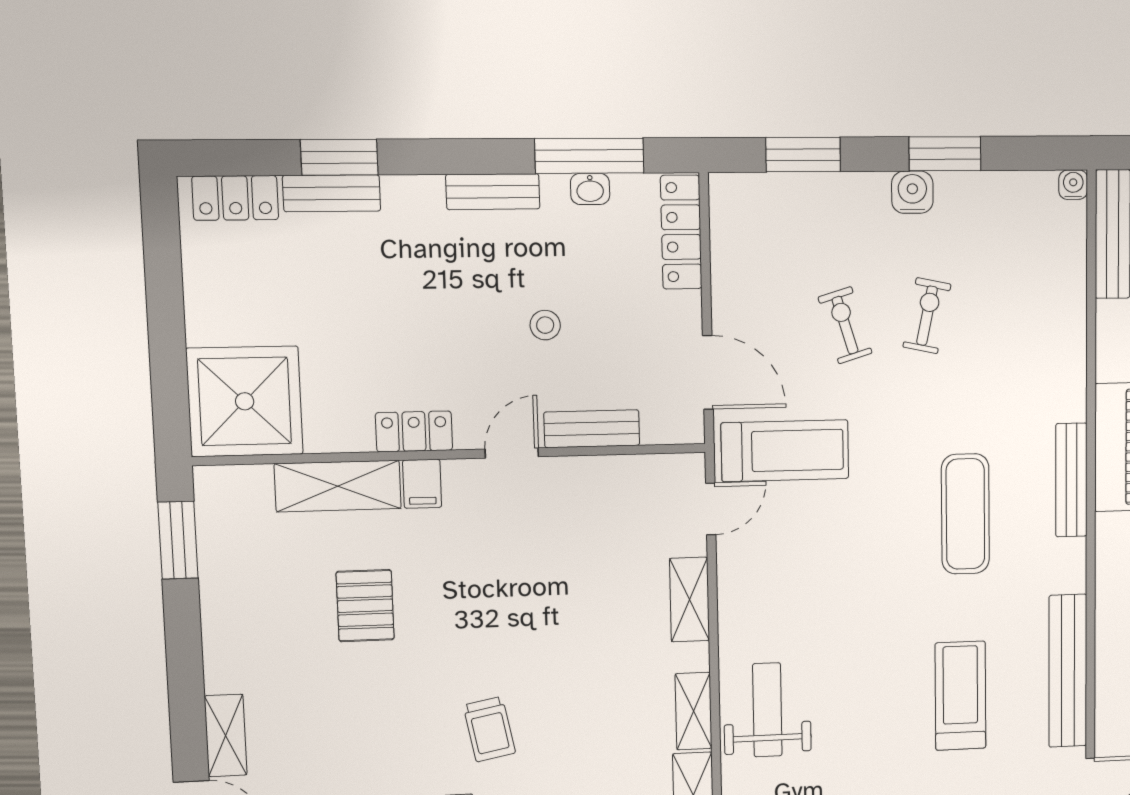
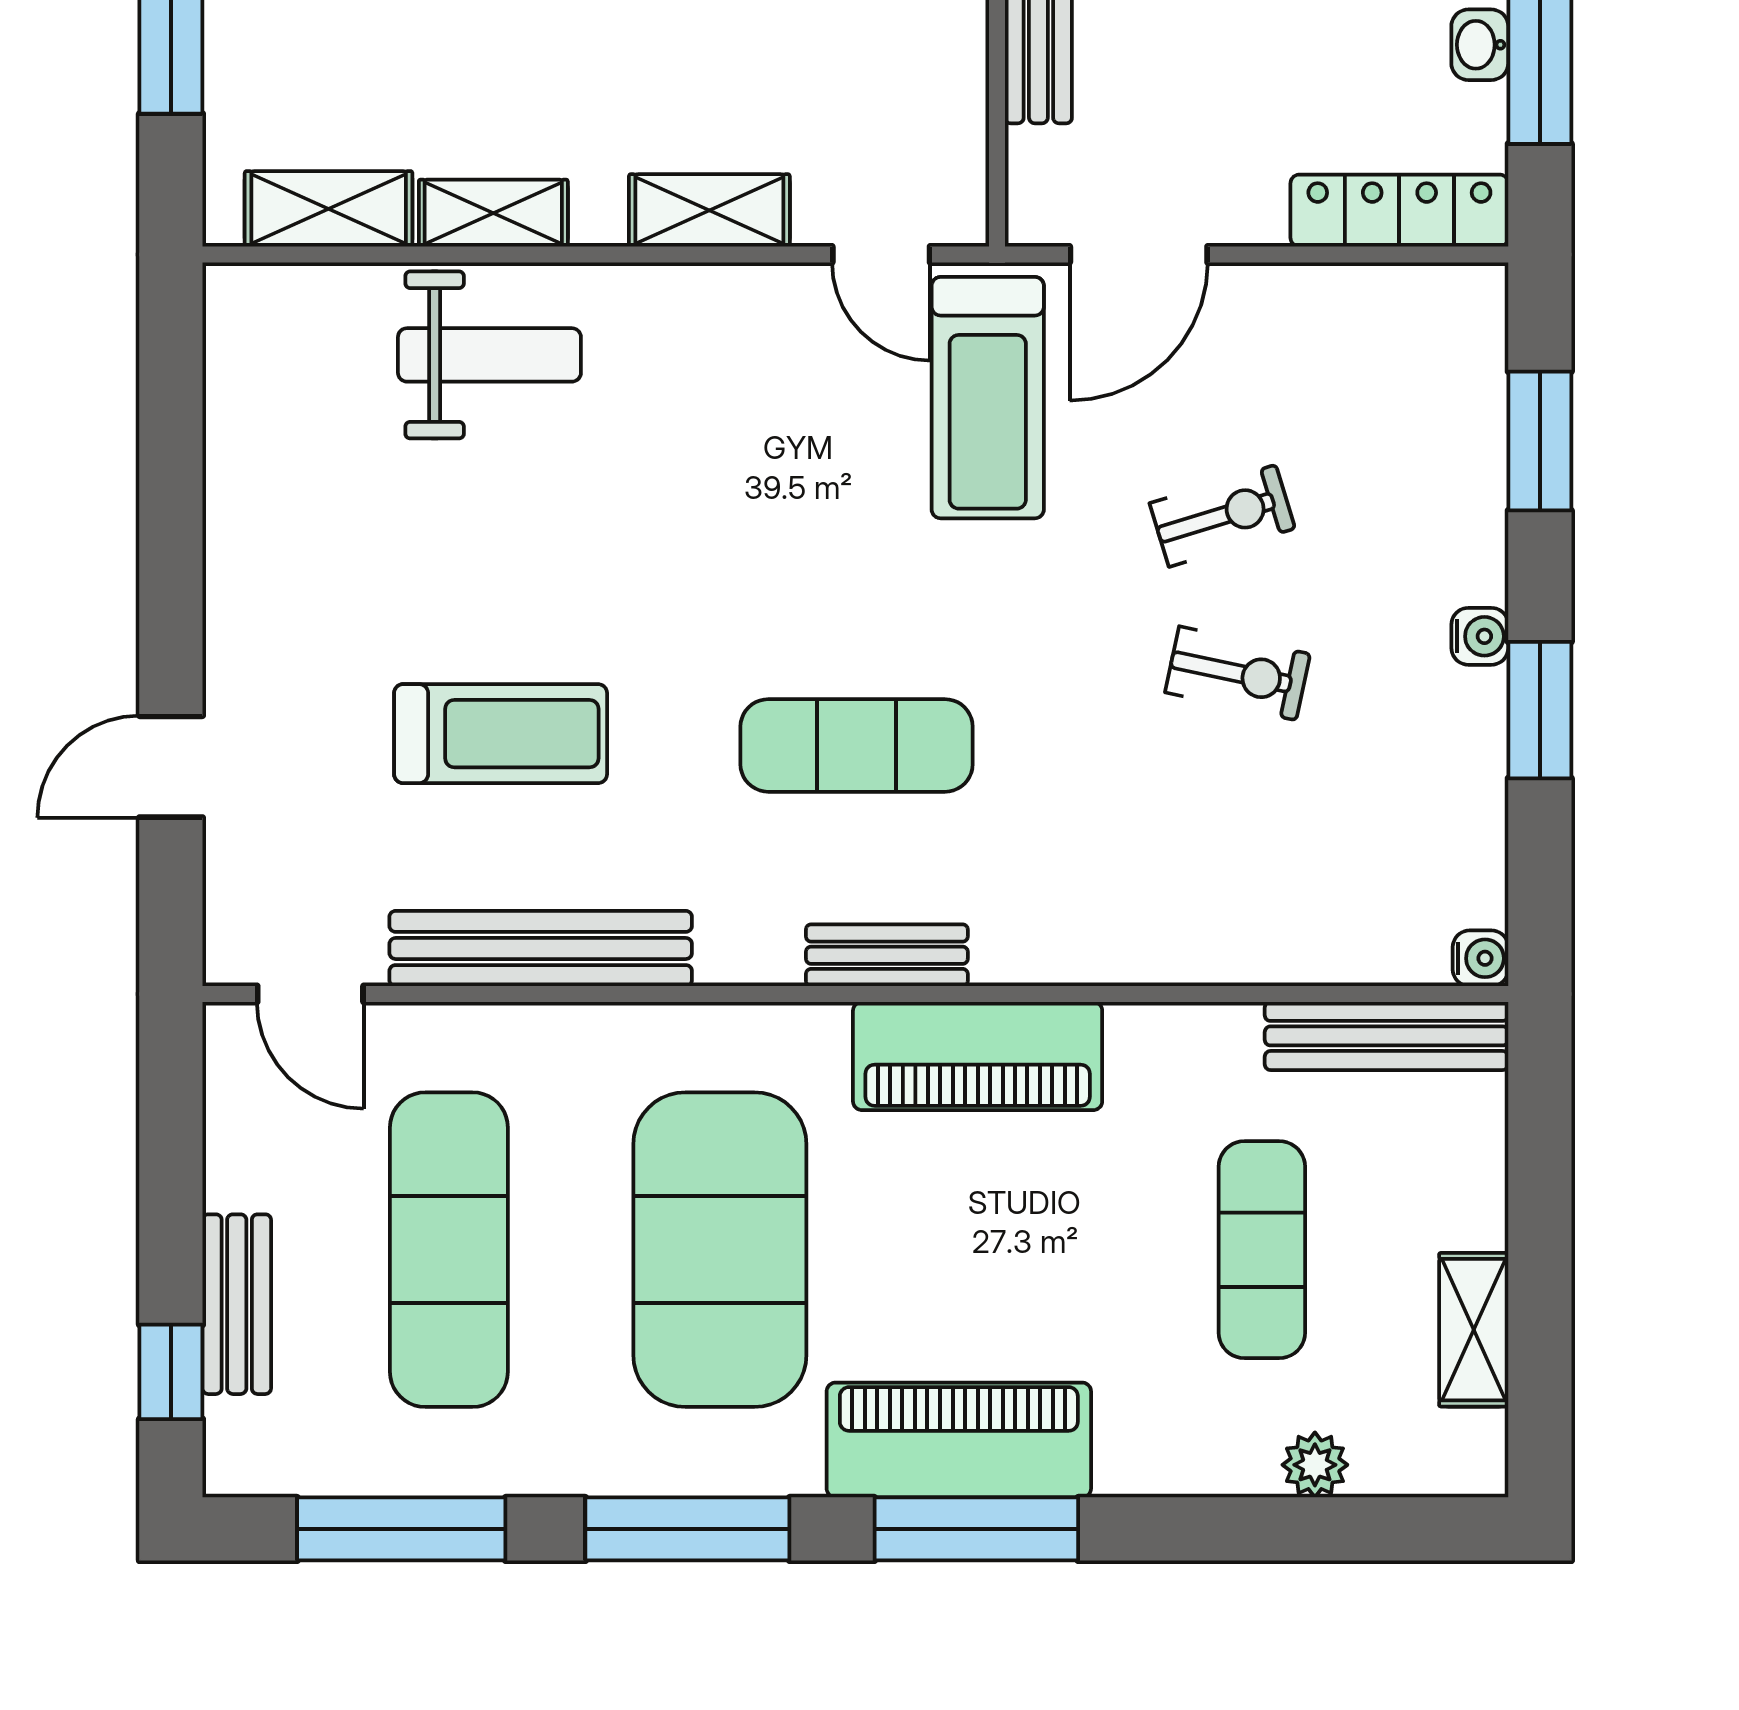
water cooler: (912, 192) -> (1480, 636), width x0.72, depth x0.72
bench: (1071, 480) -> (887, 955), width x0.73

